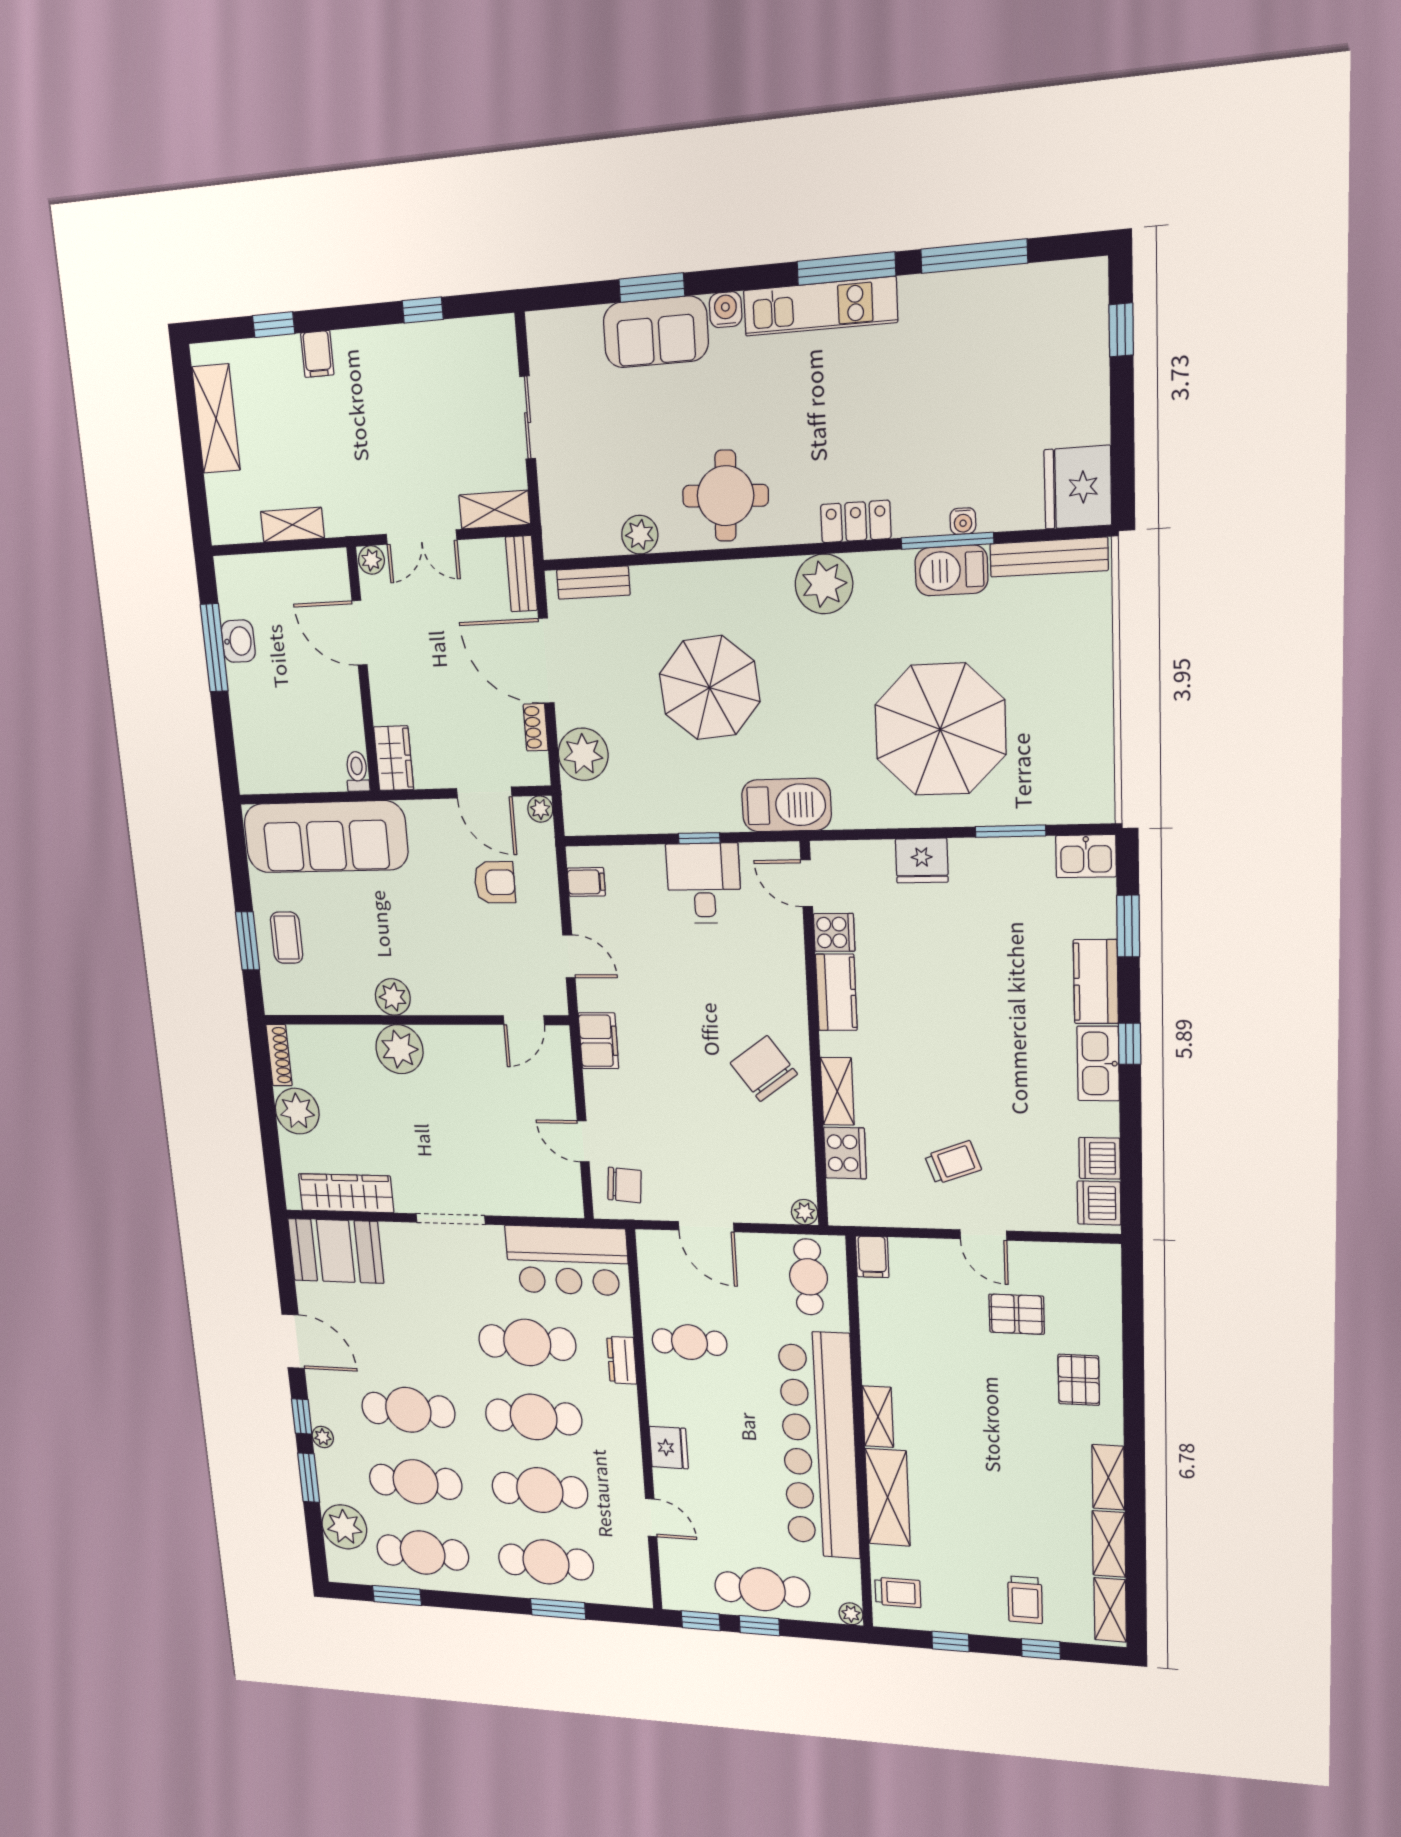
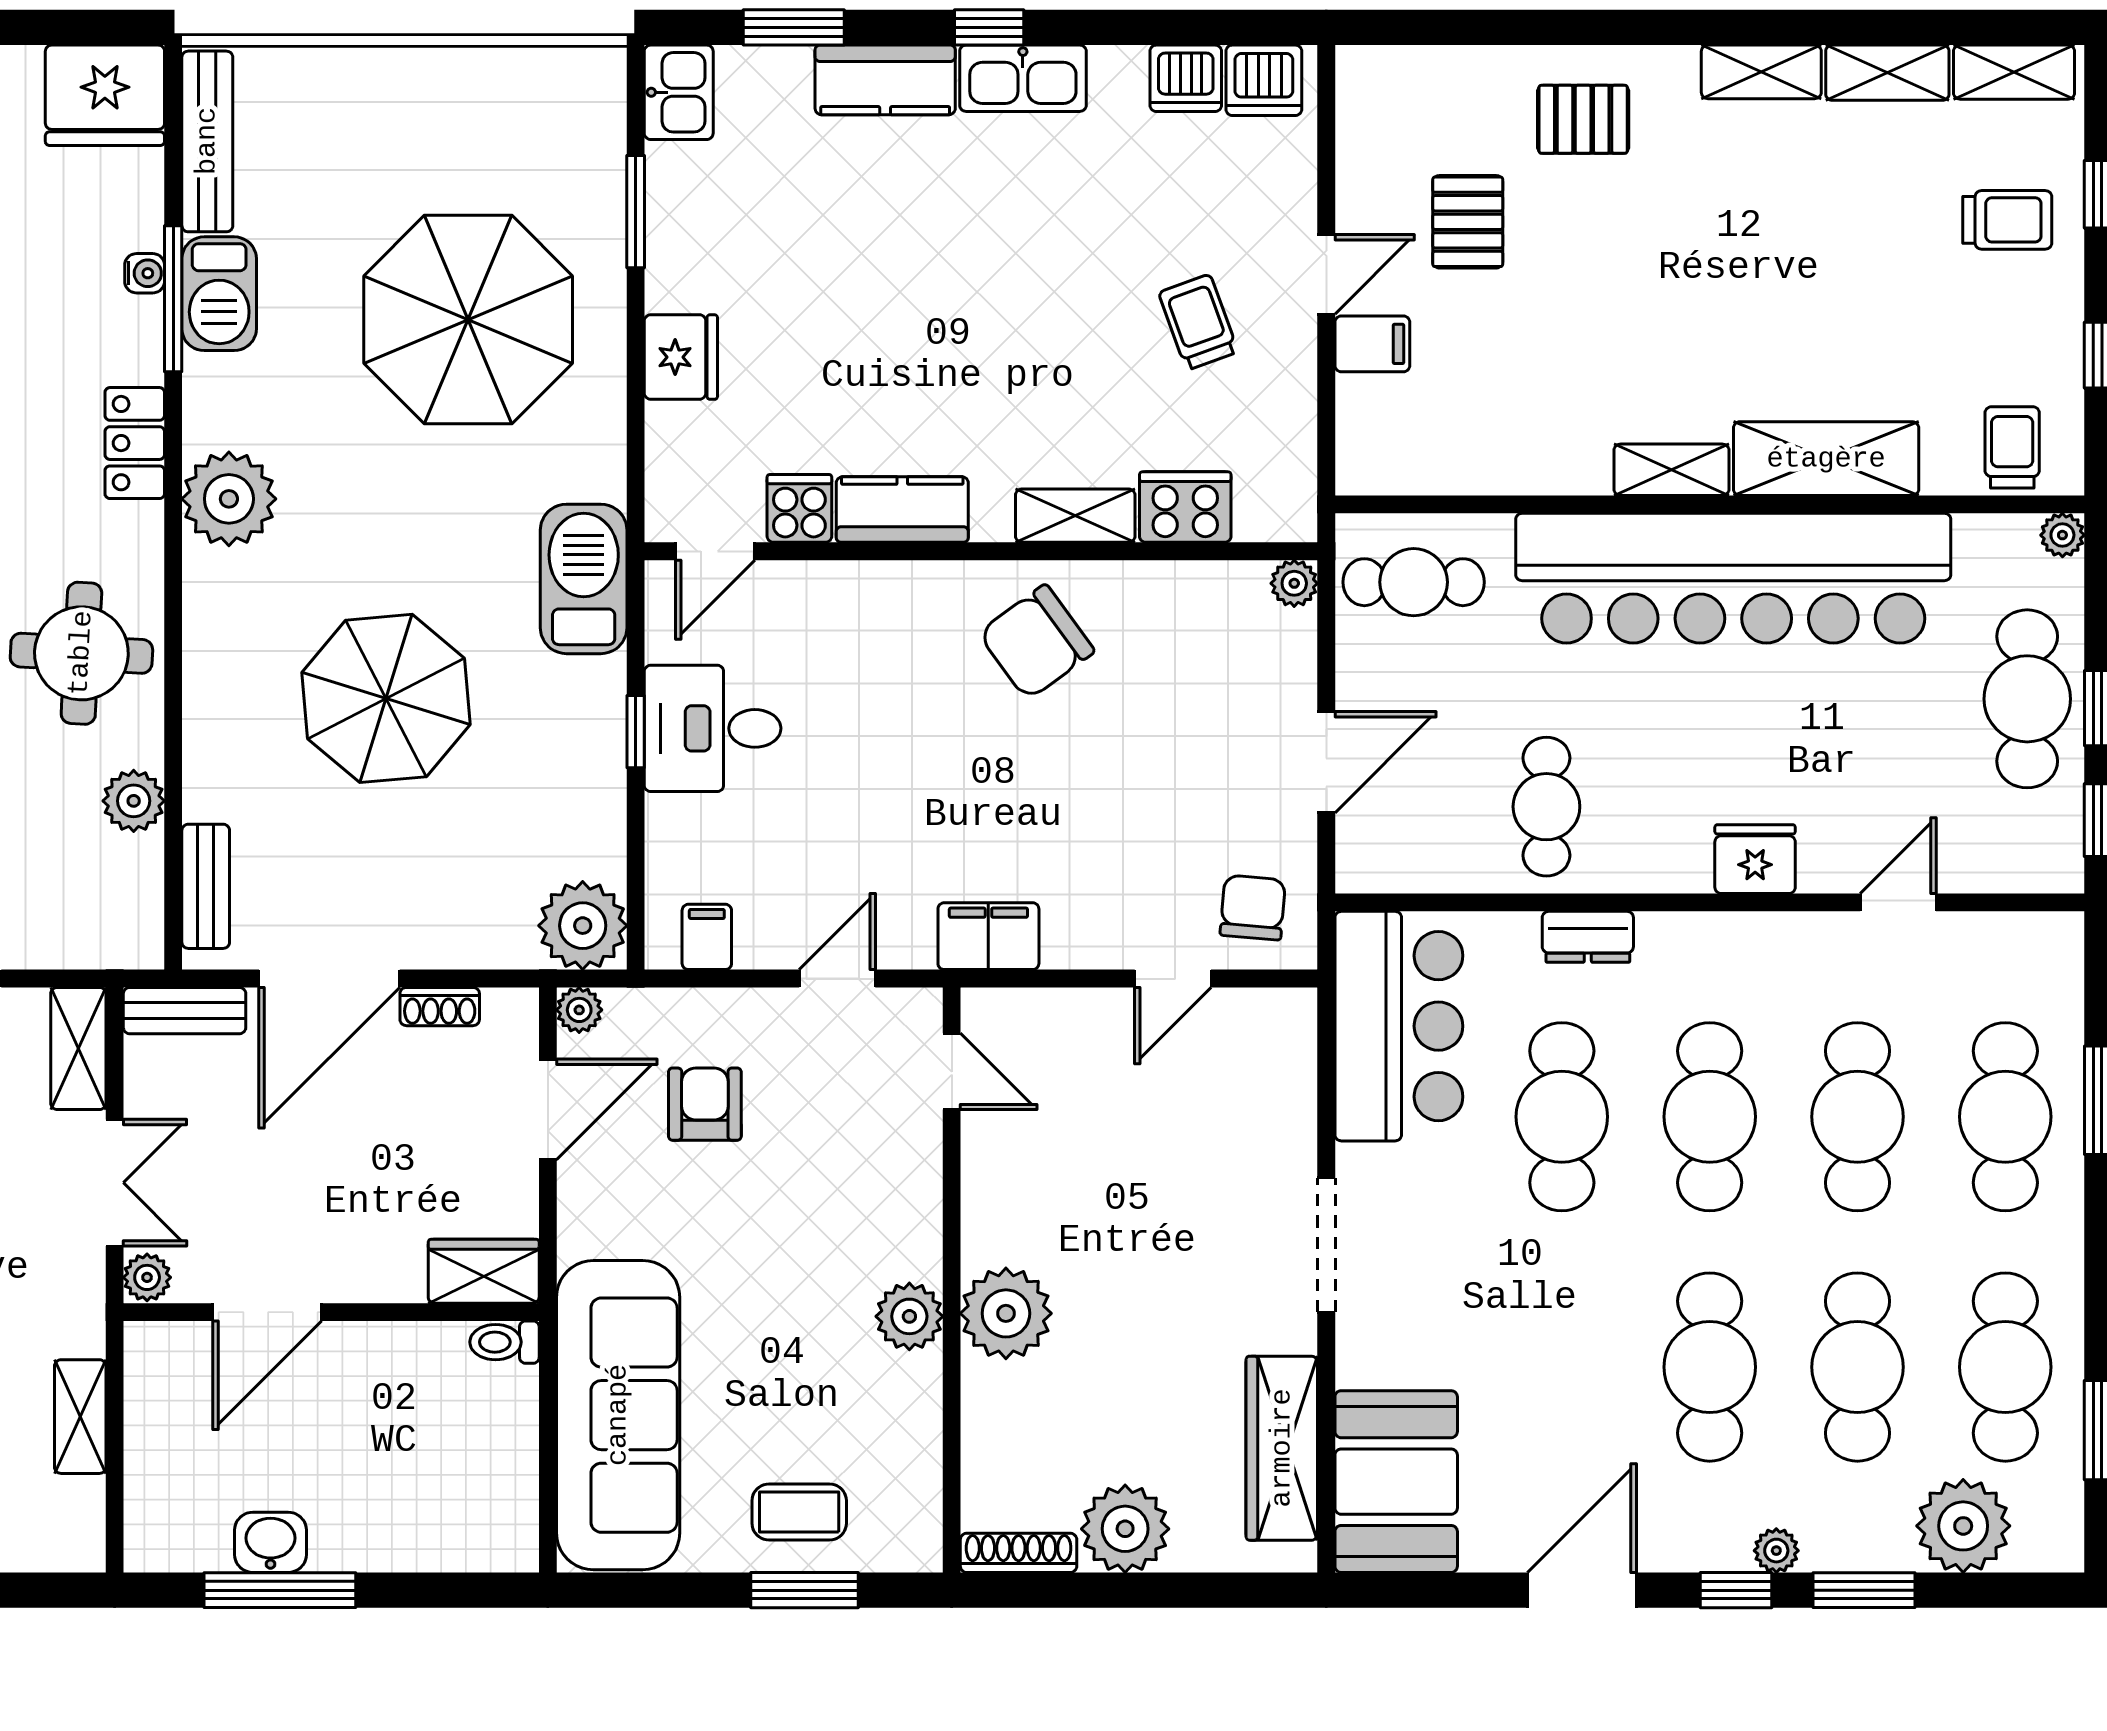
plant: (583, 754) -> (583, 926), moved
filing cabinet: (872, 1257) -> (1372, 344), moved

